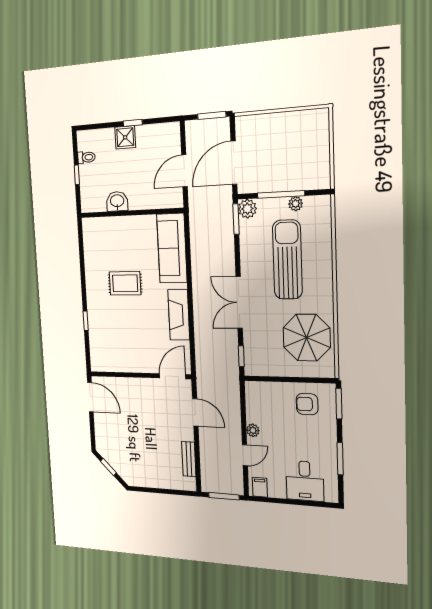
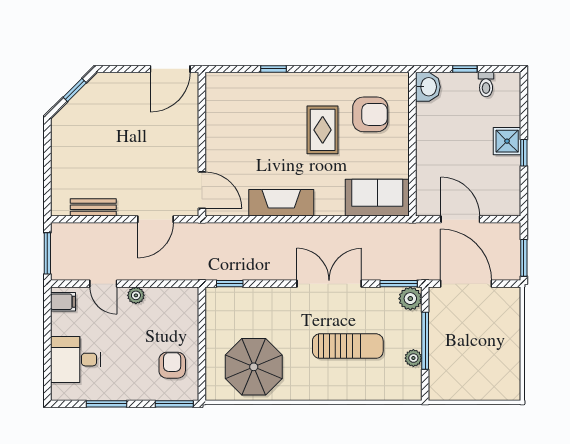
washbasin: (117, 201) -> (428, 87), moved
armchair: (112, 247) -> (370, 114), added
sofa: (172, 248) -> (377, 198), width x0.73
sun lounger: (287, 260) -> (348, 346), width x0.73, depth x0.75
double door: (239, 302) -> (329, 284), moved

